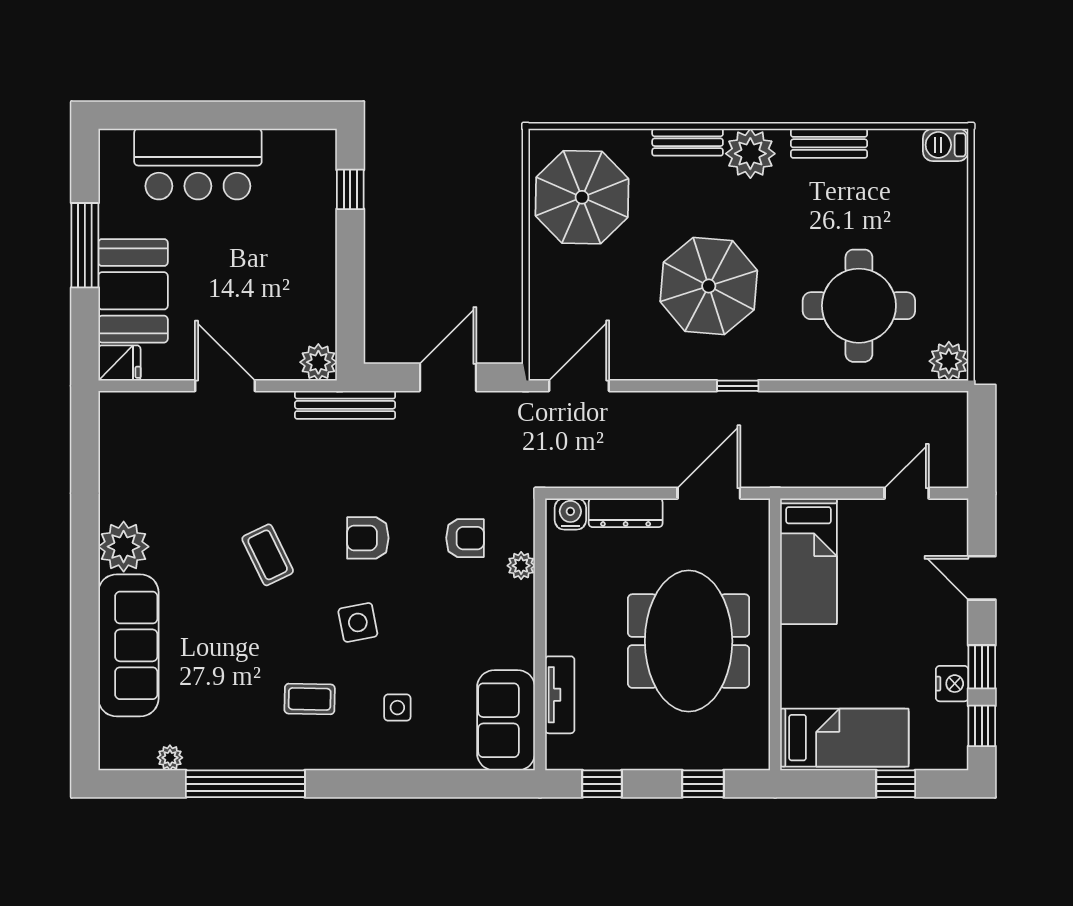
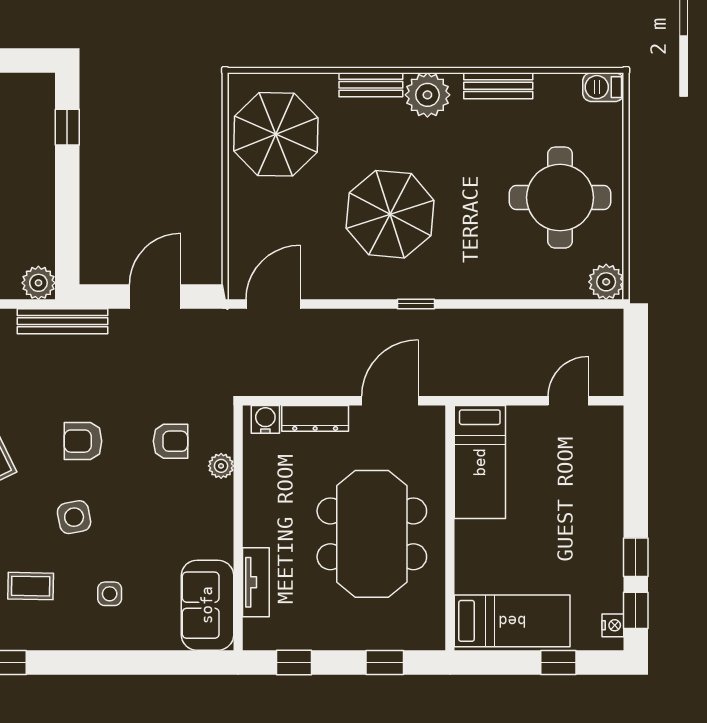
round table: (859, 306) -> (560, 198), moved
door: (982, 578) -> (636, 477), removed
nightstand: (952, 684) -> (613, 625), moved, width x0.72, depth x0.74

